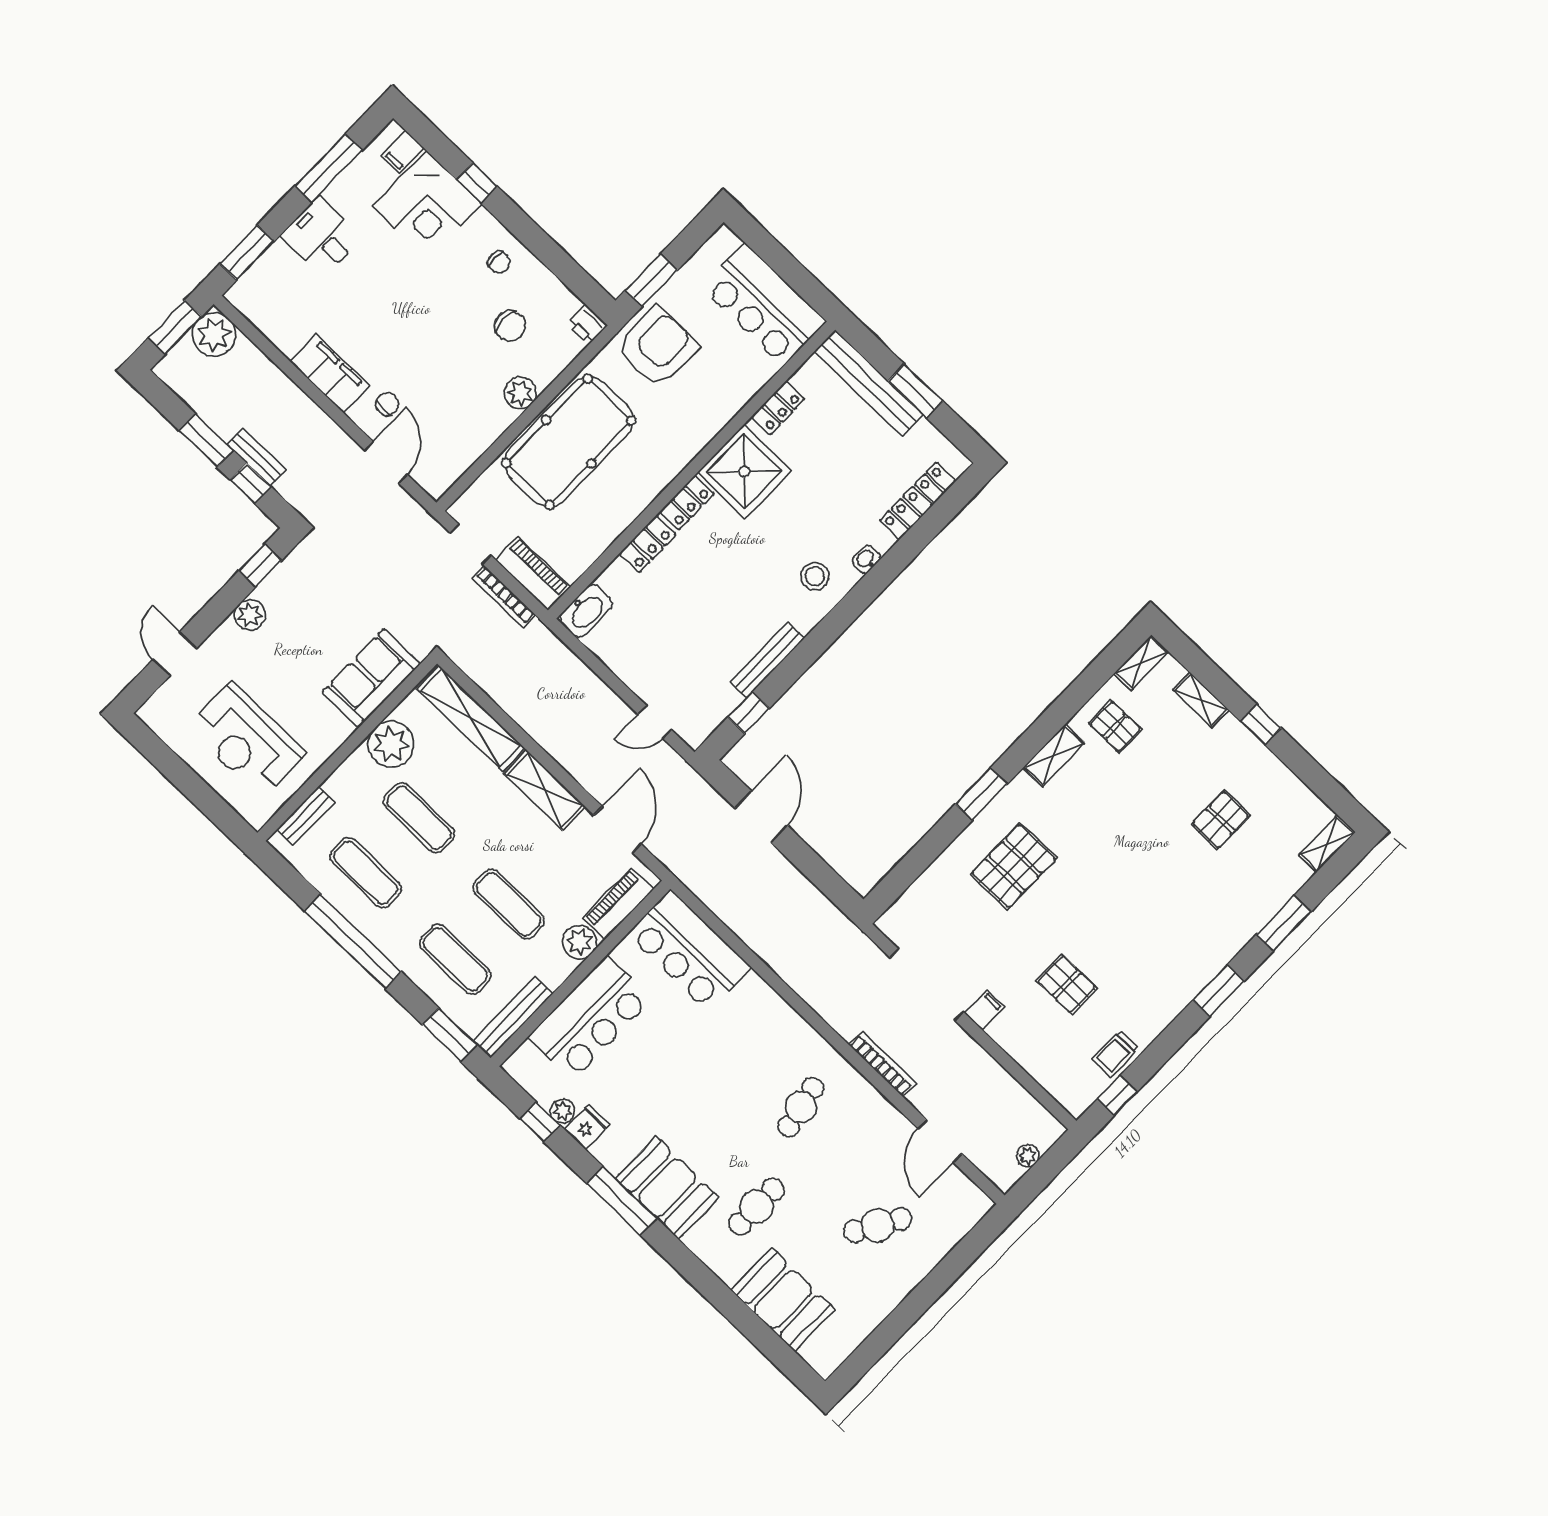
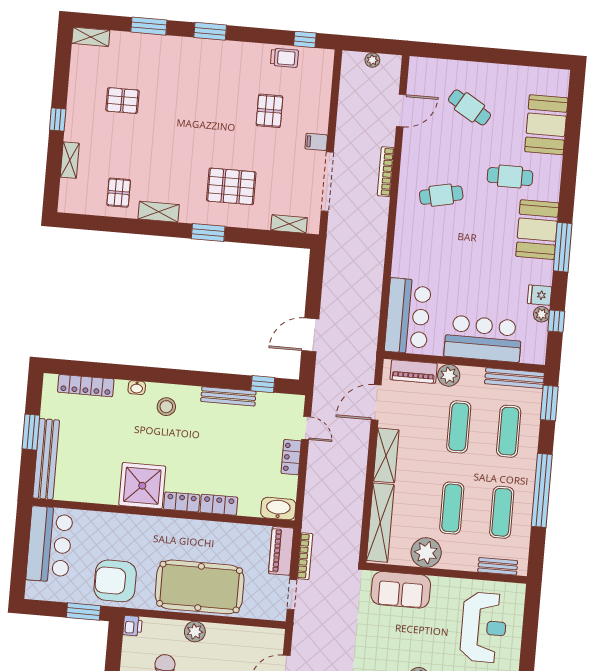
locker: (778, 408) -> (291, 457), moved, turned -90
shelving: (1141, 663) -> (289, 224), moved

